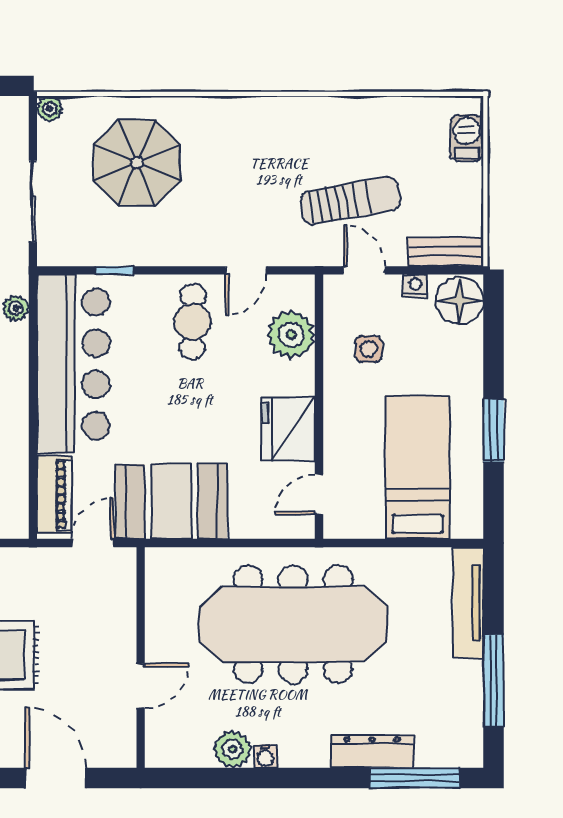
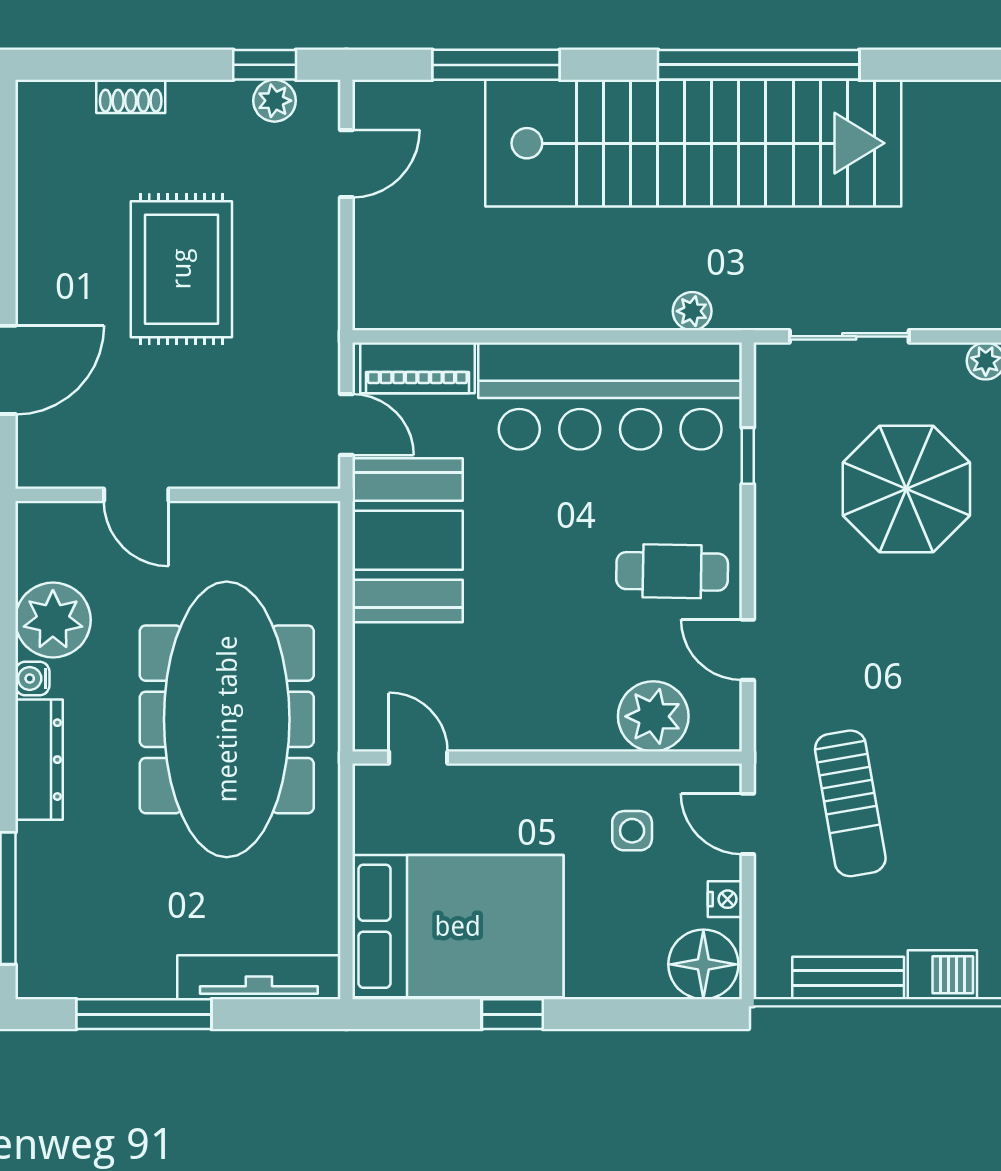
bench: (445, 252) -> (848, 978), moved, turned 90
door: (364, 270) -> (748, 824), swing flipped
fridge: (288, 429) -> (514, 712), removed
window: (493, 430) -> (512, 1014), width x0.67
bed: (418, 467) -> (458, 926), width x1.50
plant: (232, 749) -> (53, 620), width x1.36, depth x1.36
dresser: (372, 752) -> (39, 760), moved

